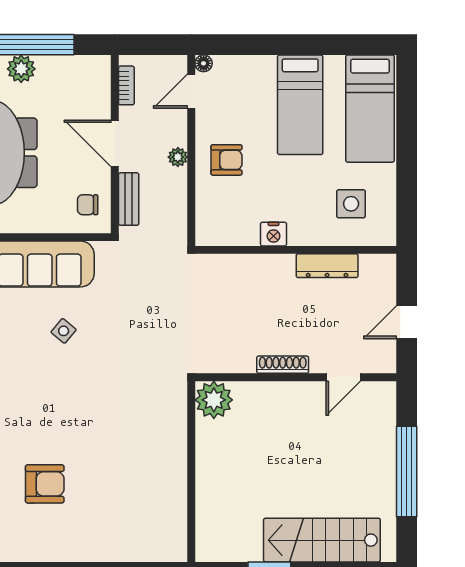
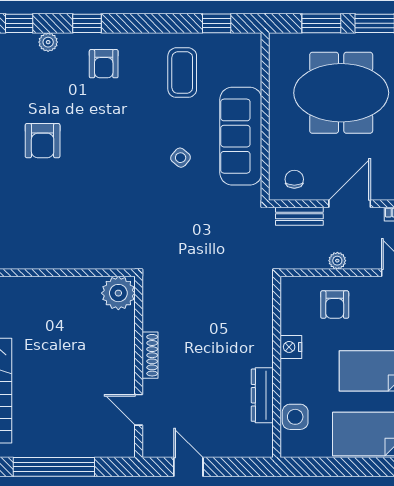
nightstand: (274, 234) -> (291, 347), moved
wall: (296, 250) -> (277, 367), moved
dresser: (327, 266) -> (262, 395), moved

